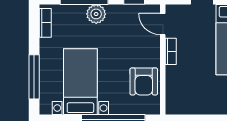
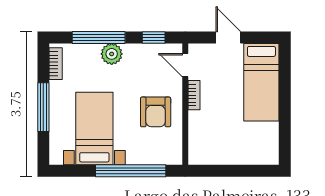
window: (34, 77) -> (43, 107), moved
armchair: (144, 81) -> (156, 112), moved

